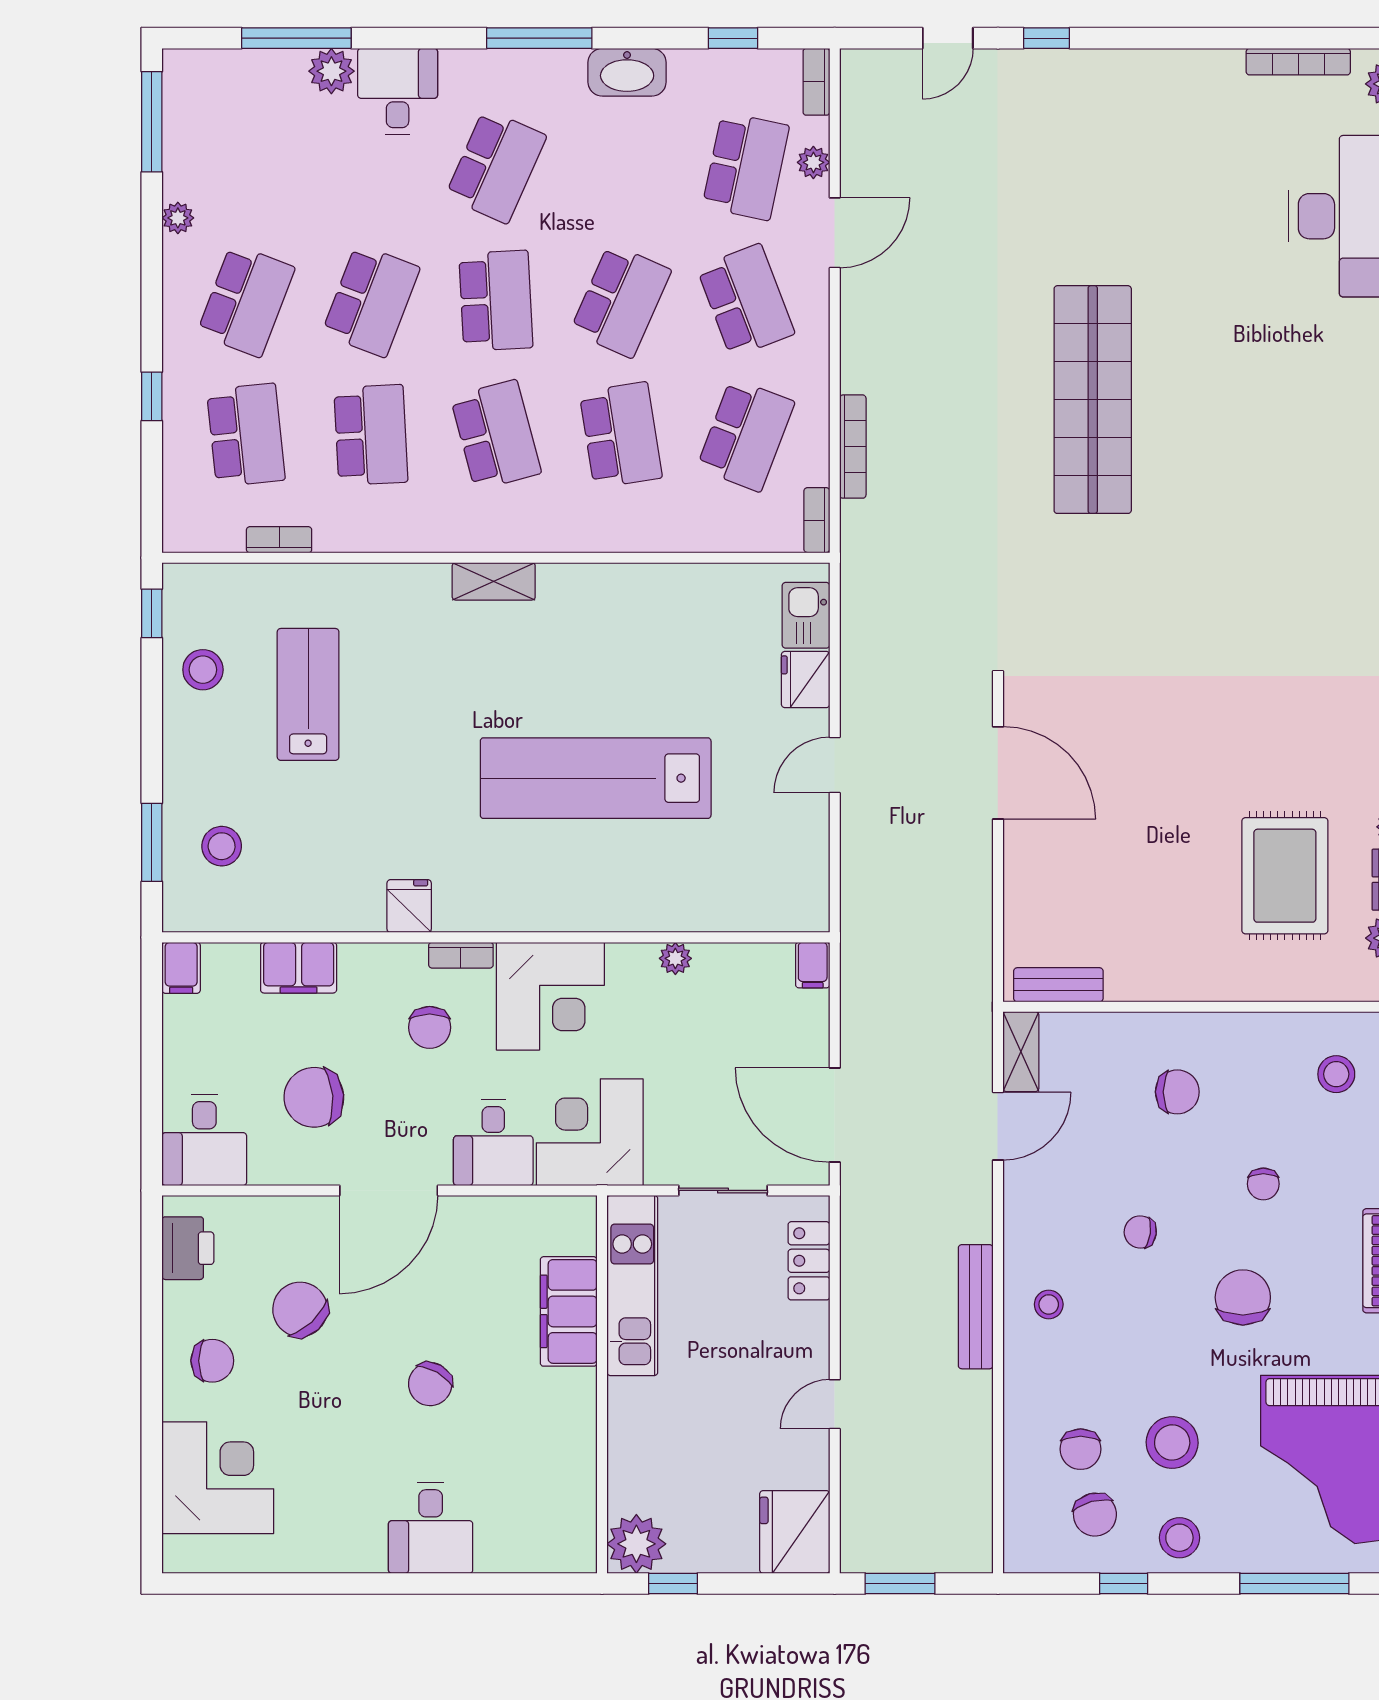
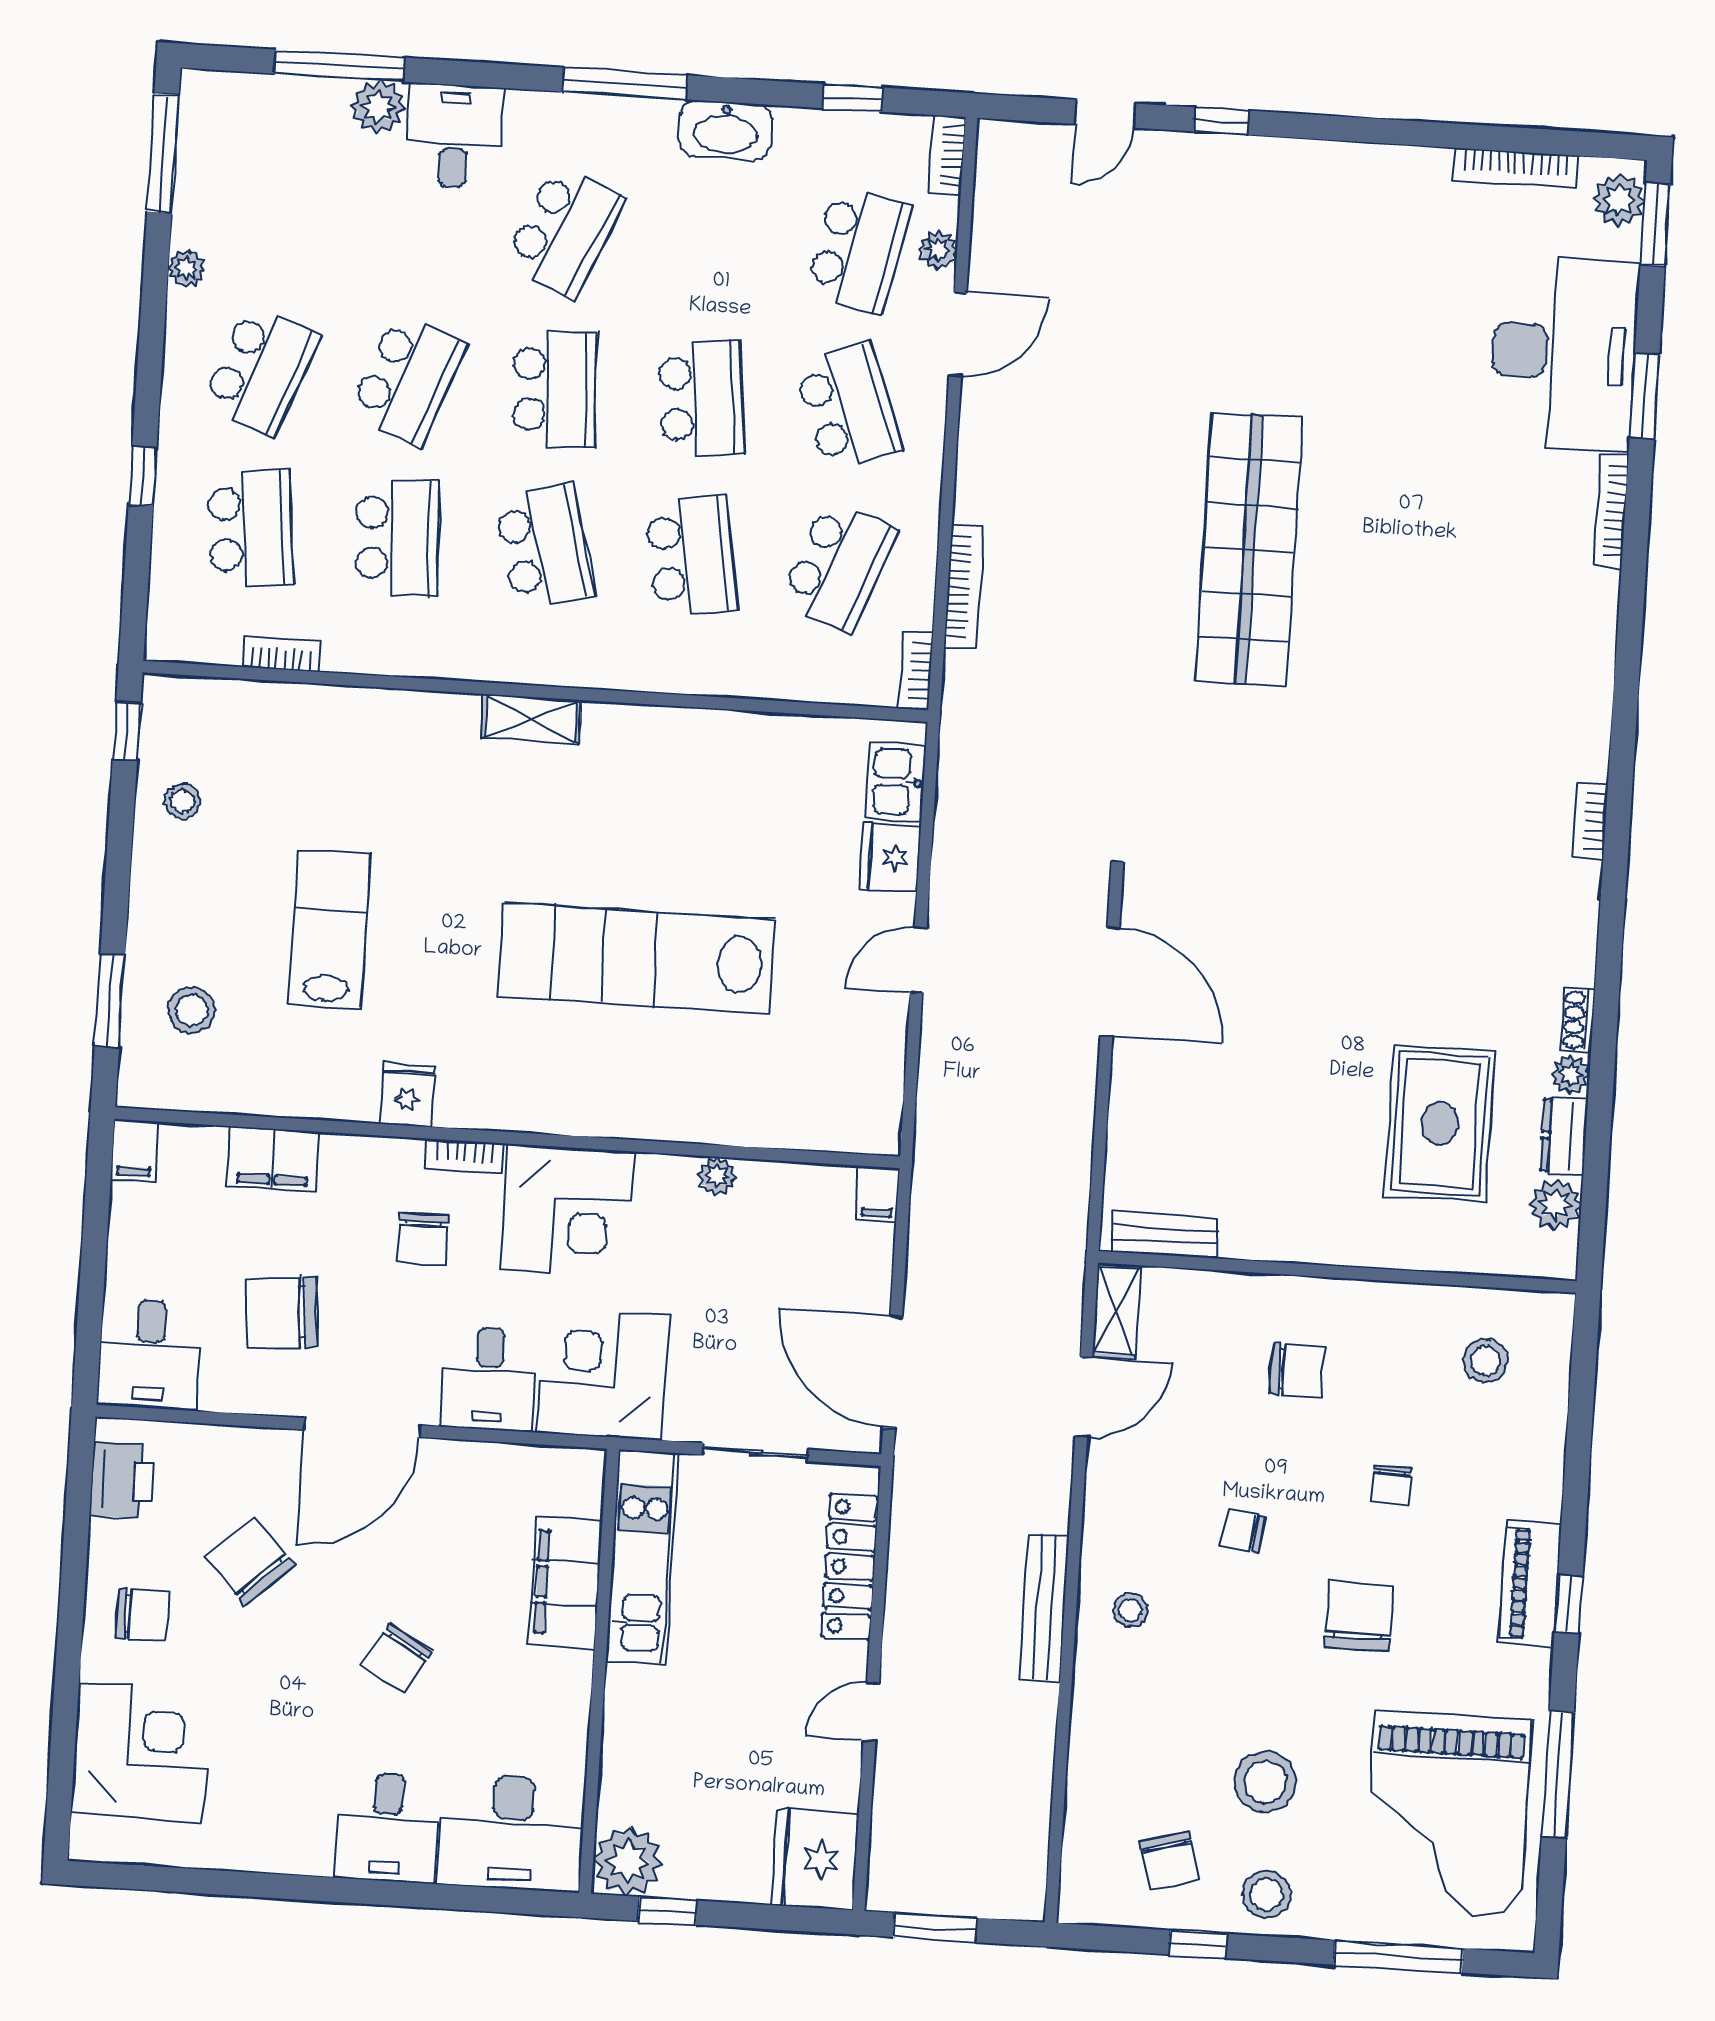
school desk: (621, 301) -> (701, 398), turned -30
stool: (203, 670) -> (183, 801), width x0.73, depth x0.73
lab bench: (308, 694) -> (329, 929), moved
locker: (809, 1261) -> (850, 1567), width x1.53
chair: (1081, 1449) -> (1157, 1783), removed
desk: (537, 1526) -> (512, 1833), added

